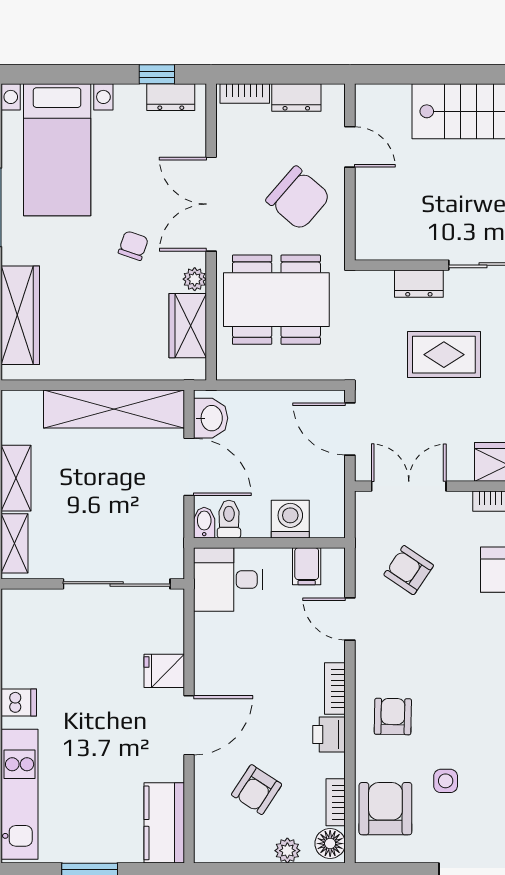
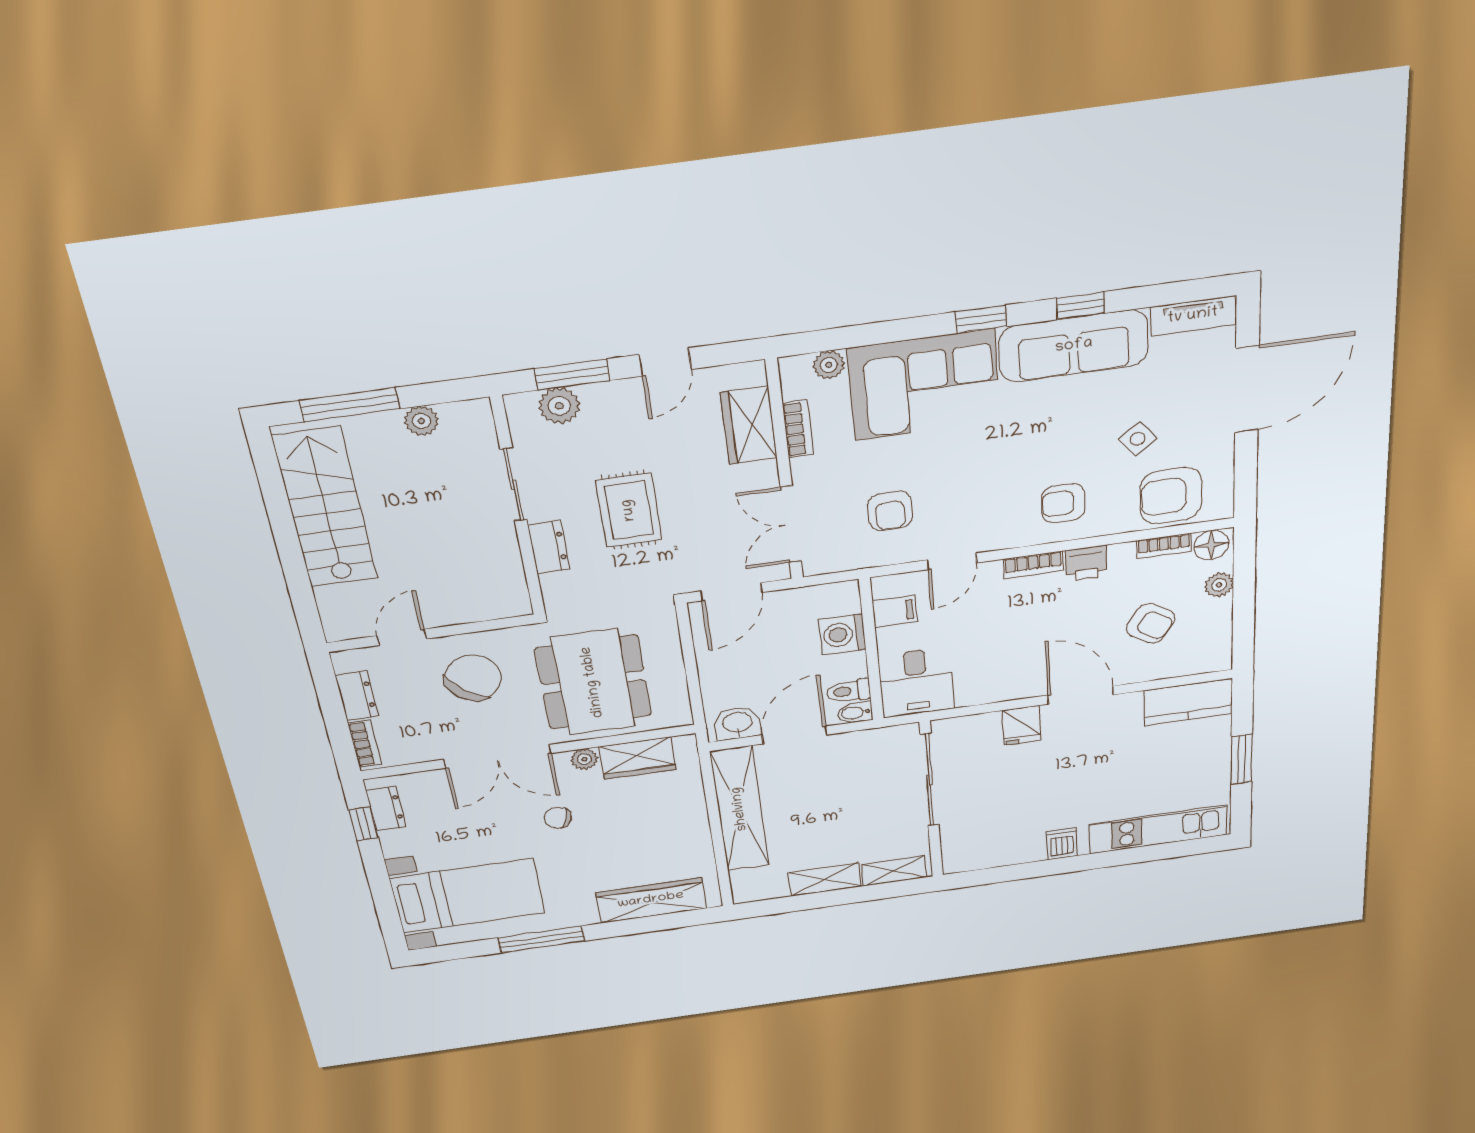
armchair: (409, 570) -> (890, 511), turned -34
side table: (446, 781) -> (1138, 439), turned -38

